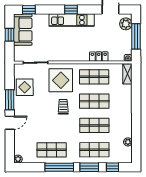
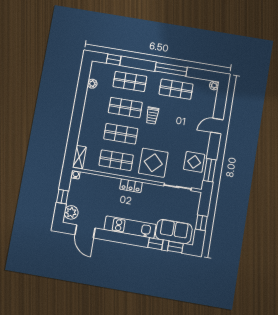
window: (71, 10) -> (155, 244), moved
sofa: (23, 30) -> (174, 232), moved, turned 90
window: (136, 36) -> (62, 197), width x0.46
locker: (99, 57) -> (131, 186), moved
window: (10, 100) -> (210, 170), moved
trolley: (63, 107) -> (152, 115), moved
window: (89, 167) -> (139, 64), removed

